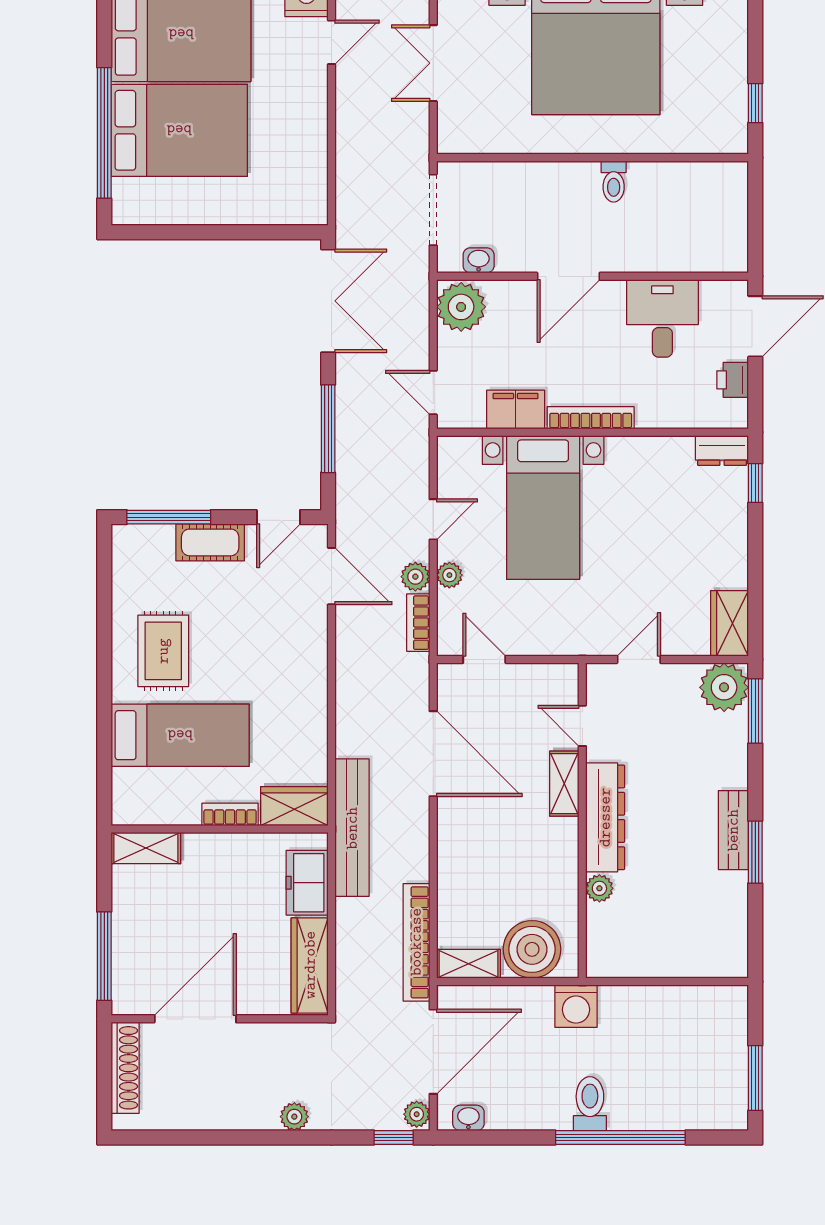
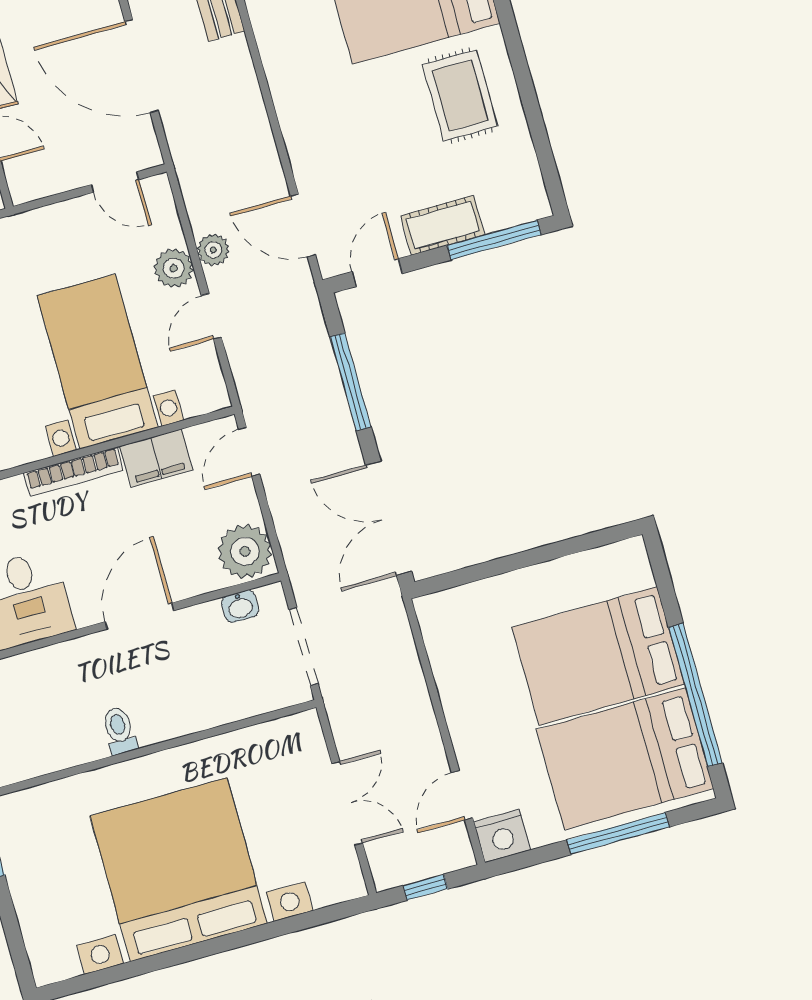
window: (104, 133) -> (695, 695), moved
door: (433, 393) -> (249, 452), swing flipped
plant: (449, 575) -> (174, 268), width x1.38, depth x1.38
bookcase: (418, 623) -> (196, 202), removed

